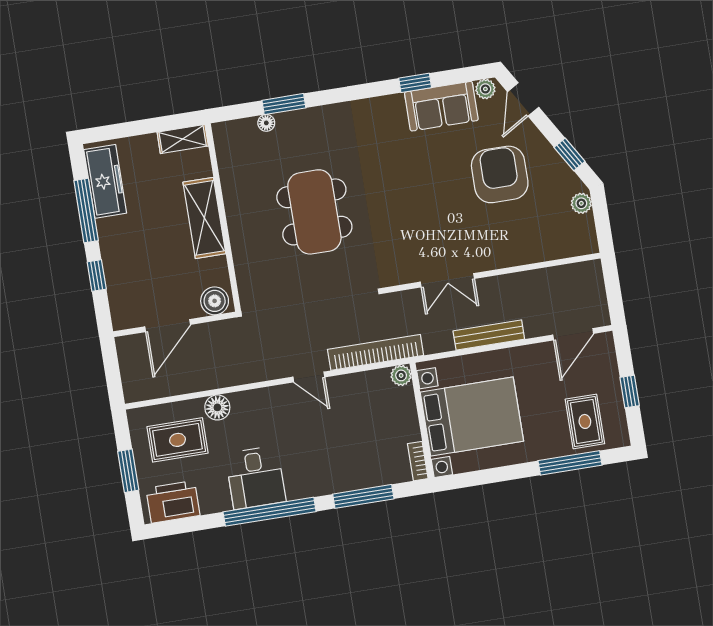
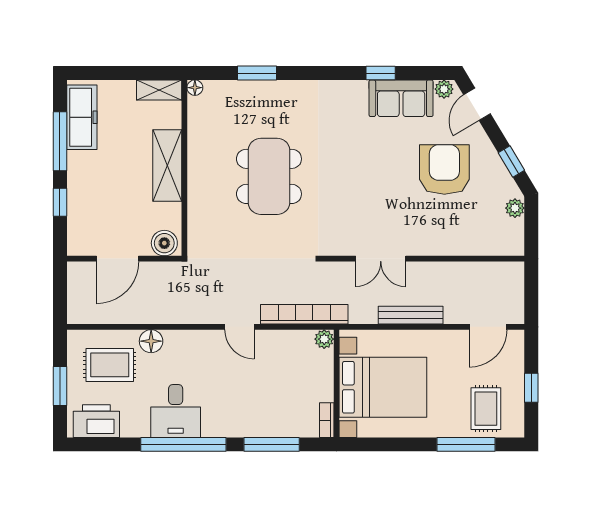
floor lamp: (266, 123) -> (195, 88), moved

